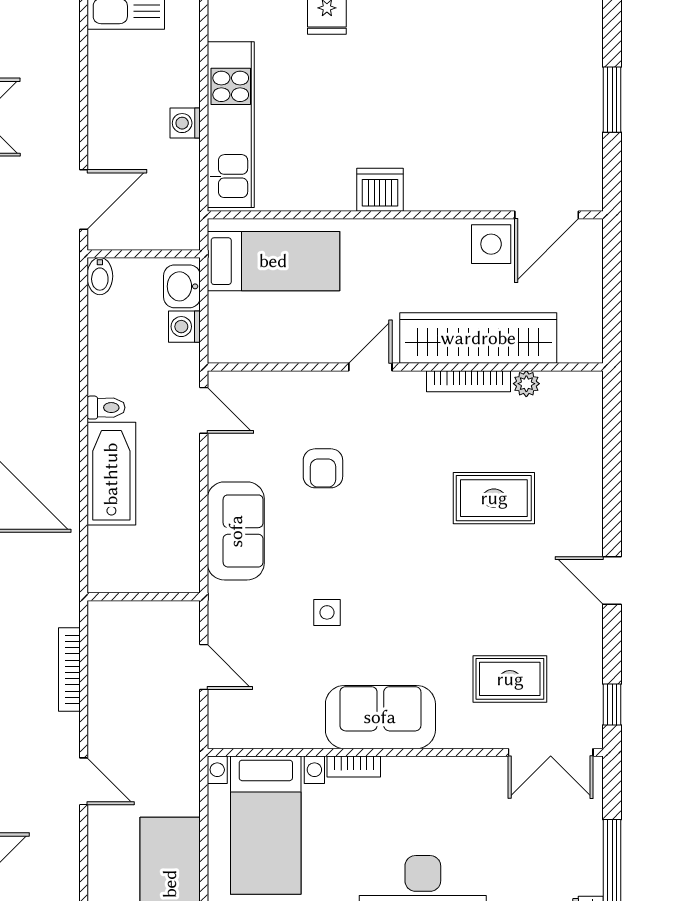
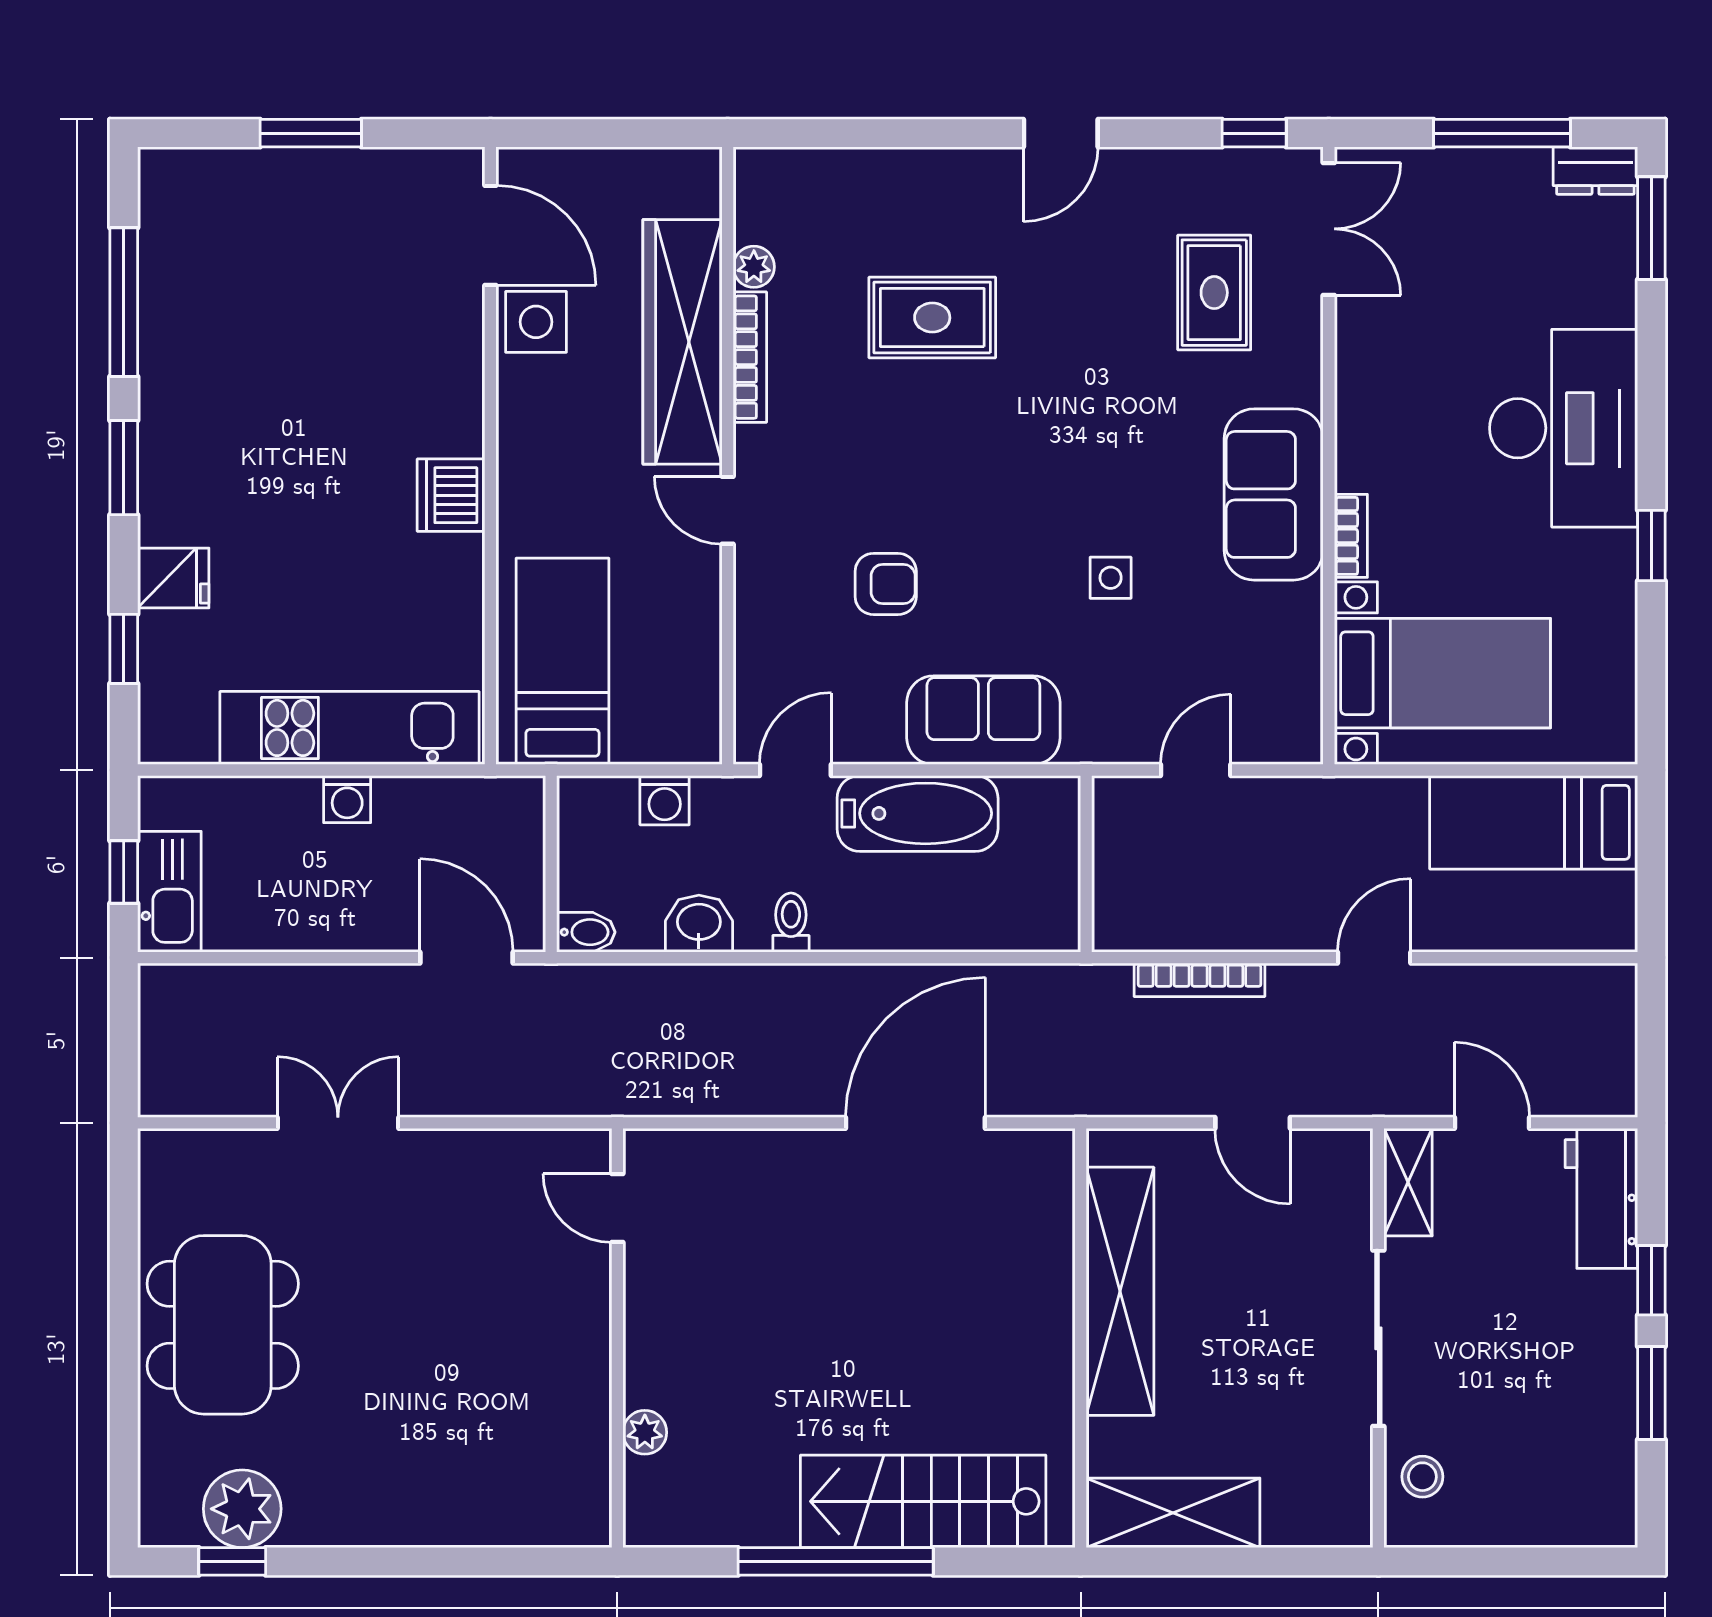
washbasin: (182, 286) -> (699, 924), moved, turned 180
bathtub: (111, 474) -> (918, 813), moved, turned 180
rug: (494, 498) -> (932, 318), turned 90

